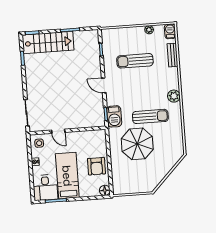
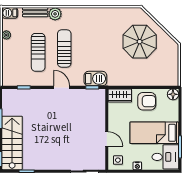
door: (104, 85) -> (62, 87), swing flipped
plant: (174, 96) -> (55, 14), moved
sun lounger: (150, 116) -> (64, 48), moved
door: (58, 131) -> (107, 139), hinge flipped
wardrobe: (100, 140) -> (120, 96), added
parasol: (137, 144) -> (140, 42), moved

